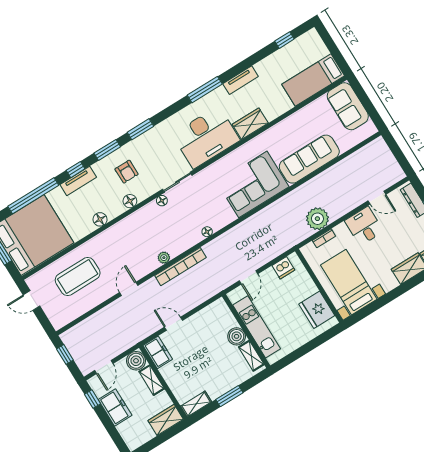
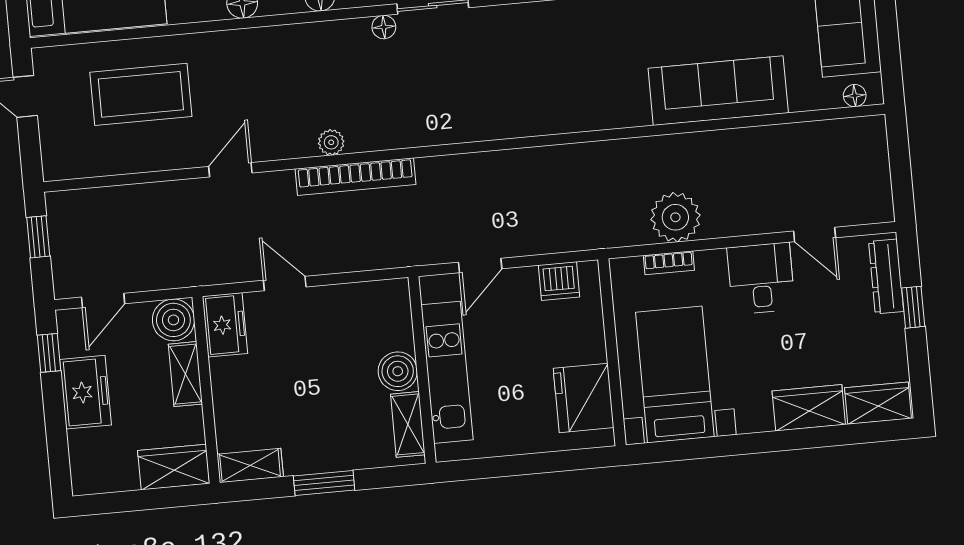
corner sofa: (253, 184) -> (581, 85), removed
floor lamp: (207, 232) -> (855, 96), moved

